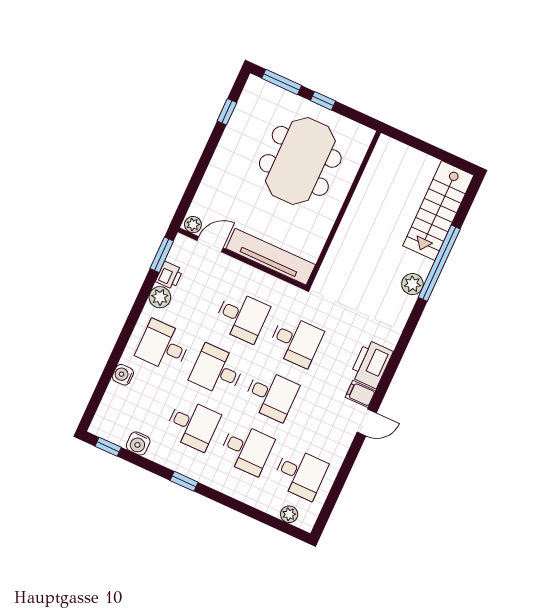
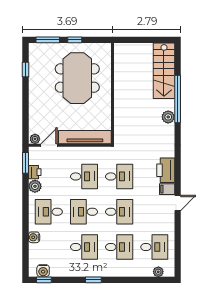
water cooler: (138, 443) -> (43, 271), moved

